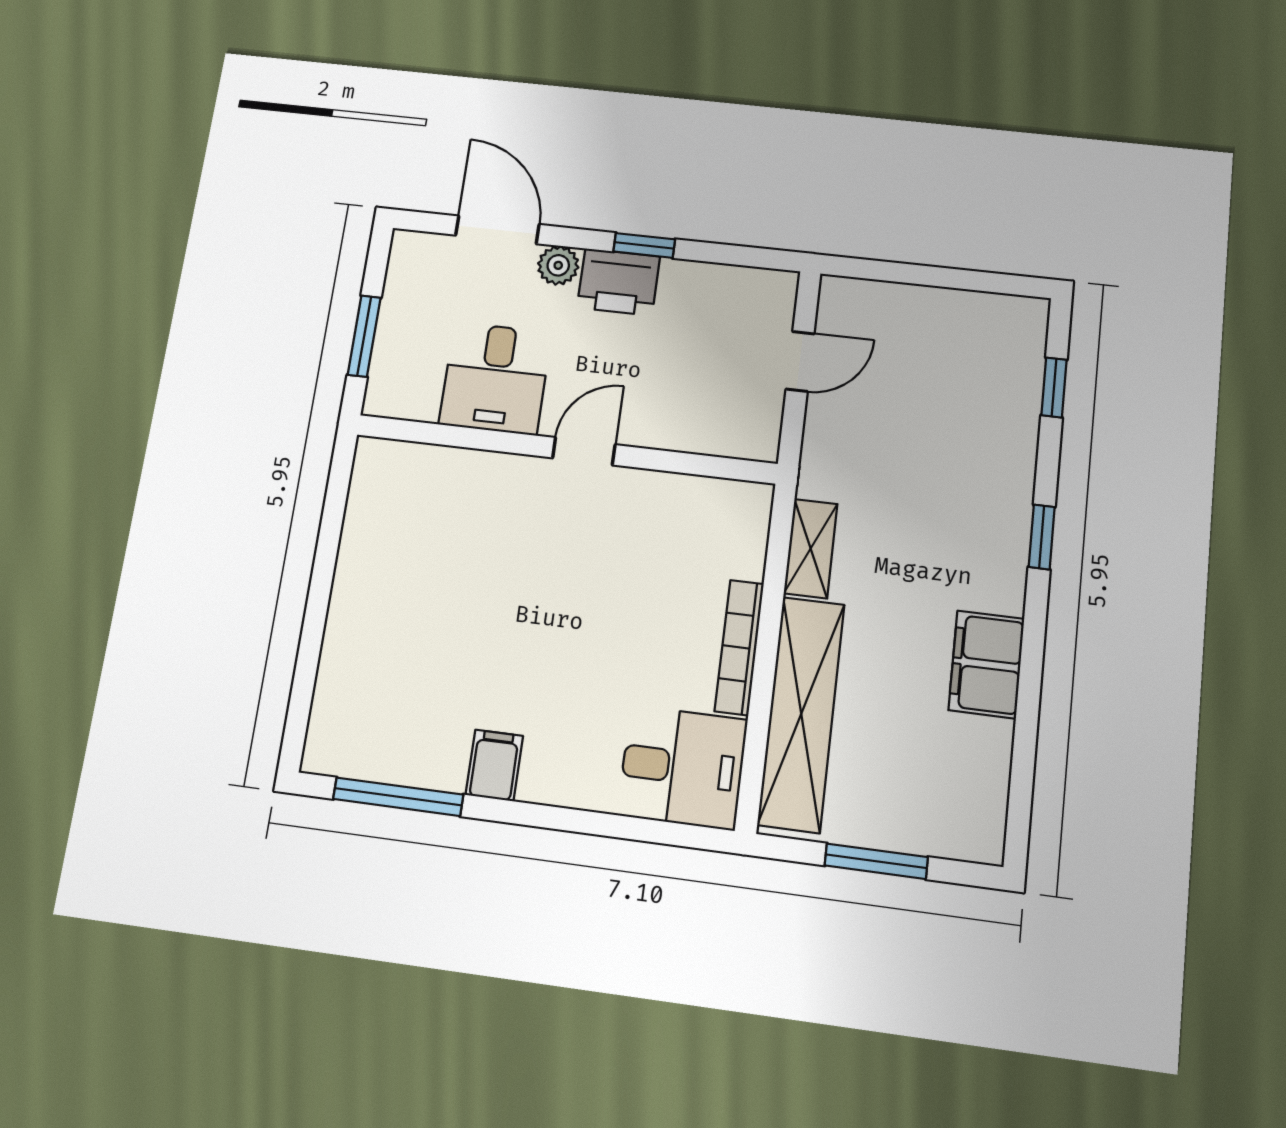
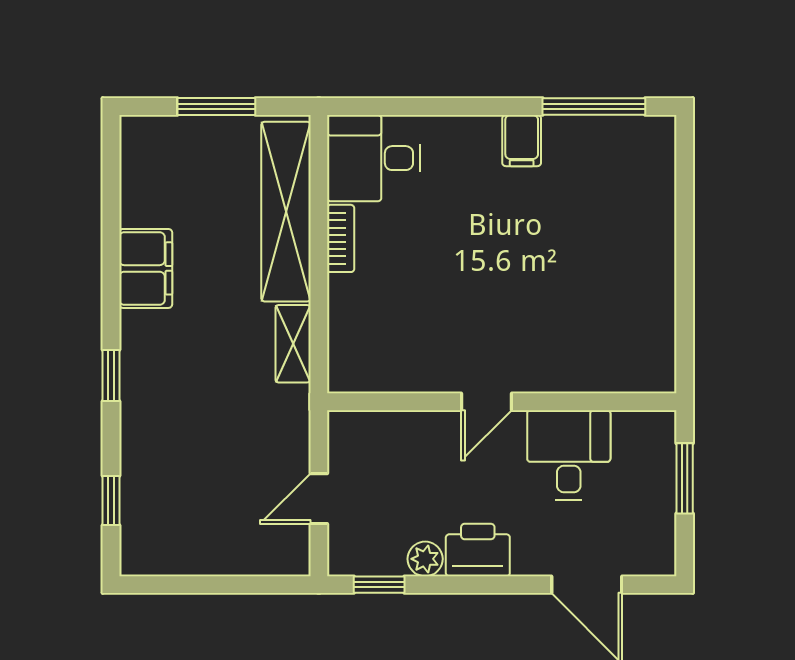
window: (644, 245) -> (379, 585), moved
plant: (558, 265) -> (425, 559), moved
bookcase: (739, 647) -> (341, 238), width x0.64

